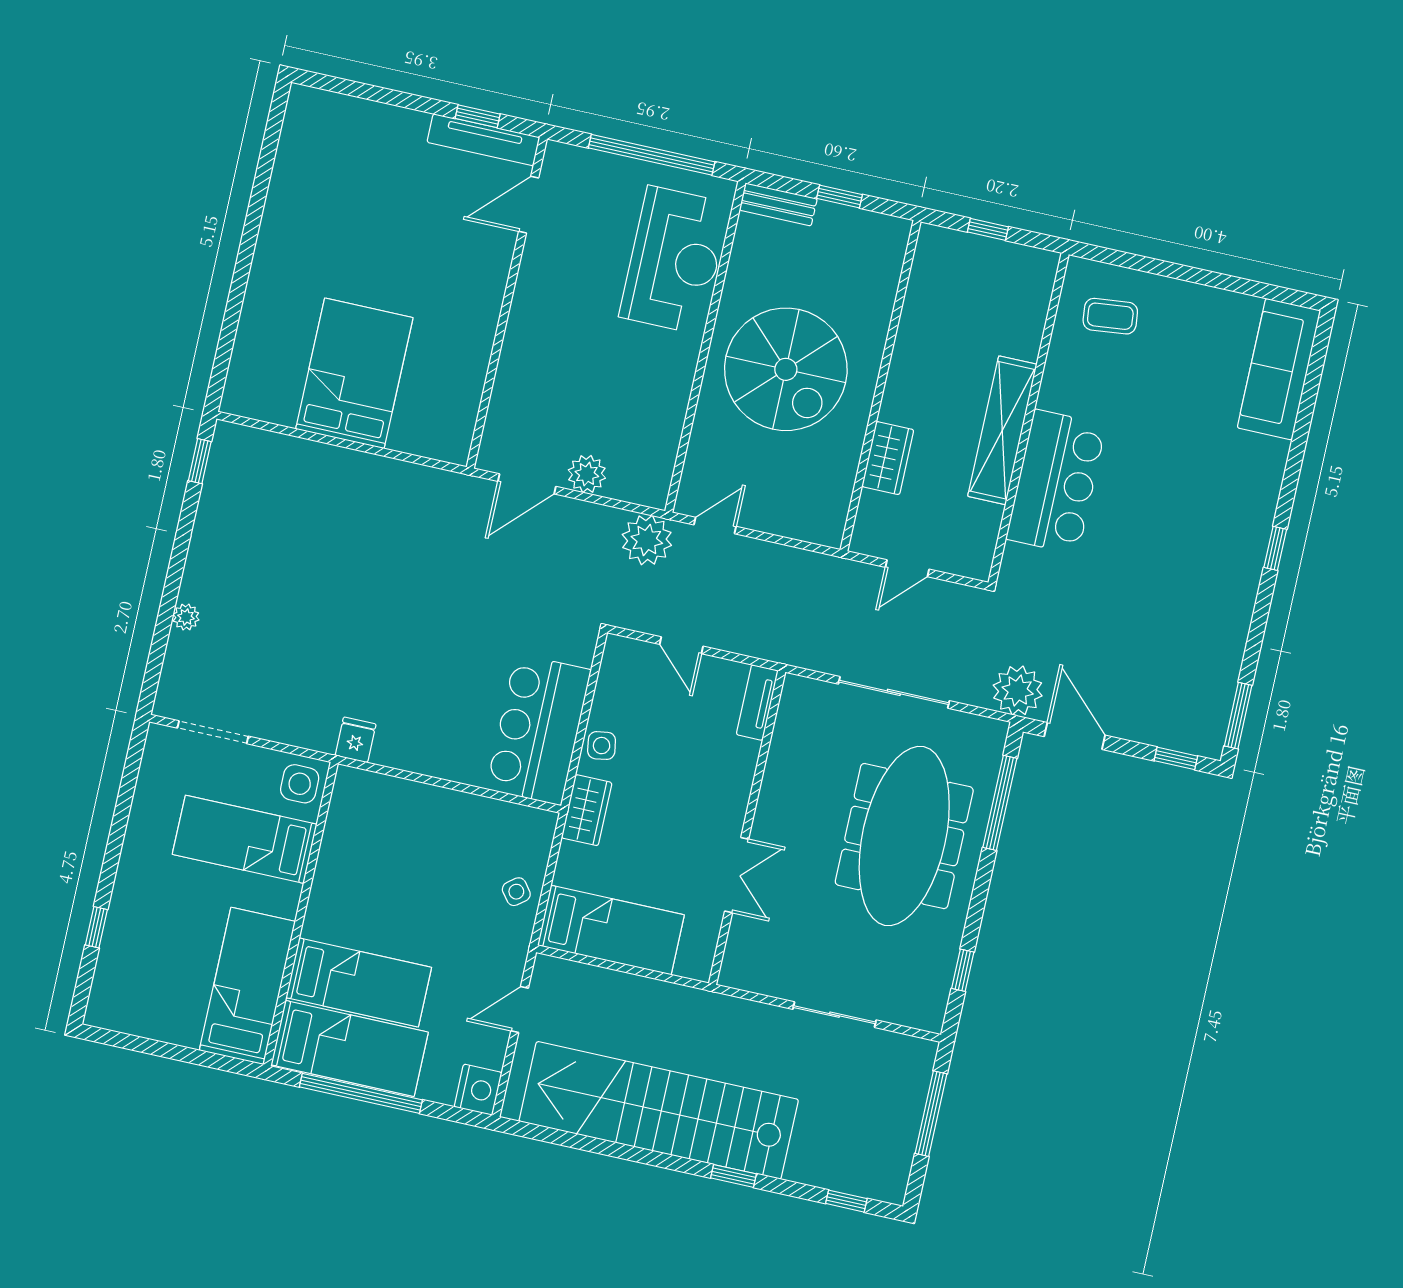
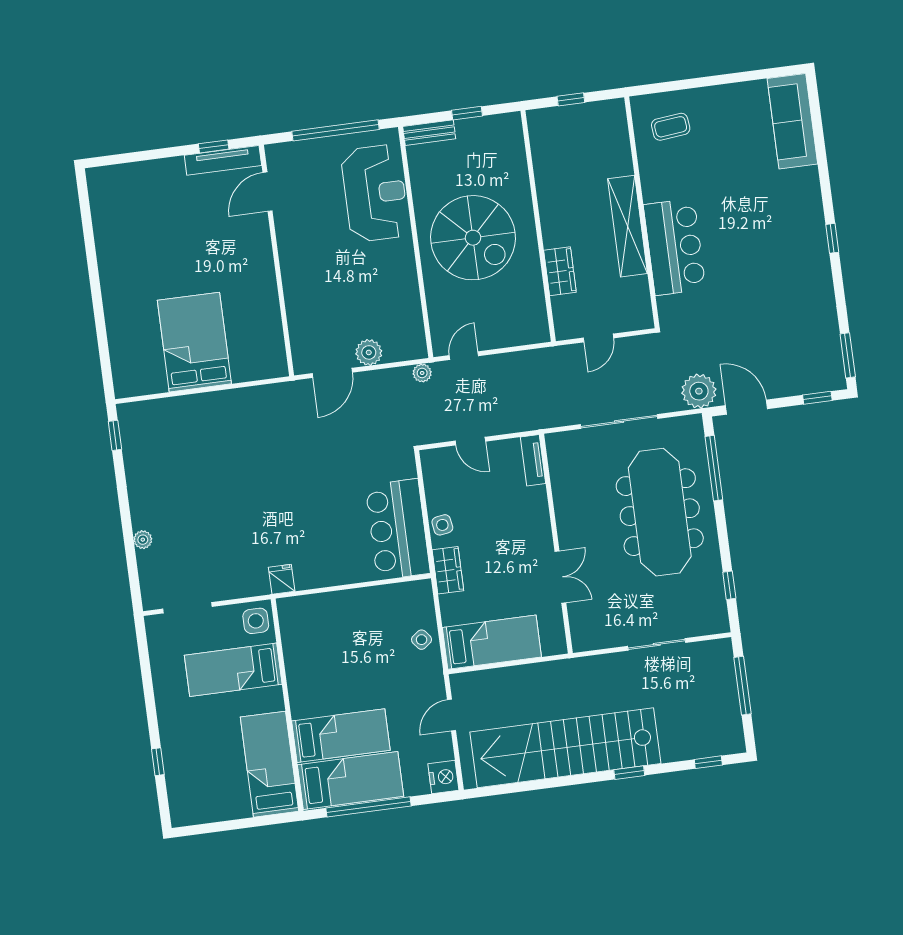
plant: (647, 540) -> (422, 373), width x0.53, depth x0.53

